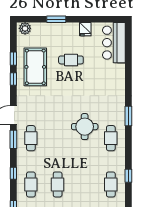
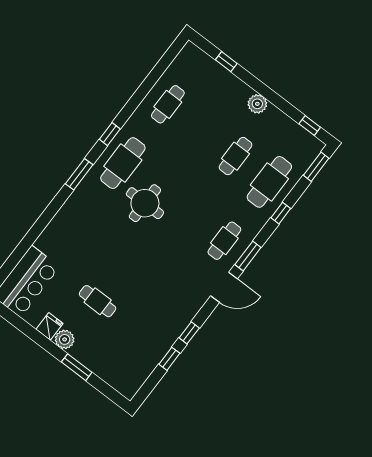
plant: (25, 28) -> (65, 339), moved
pool table: (35, 67) -> (150, 327), removed
cafe table: (111, 138) -> (123, 163), width x1.37, depth x1.35
window: (128, 176) -> (110, 134), moved
cafe table: (31, 184) -> (269, 182), width x1.37, depth x1.35

